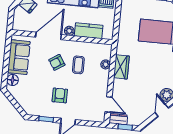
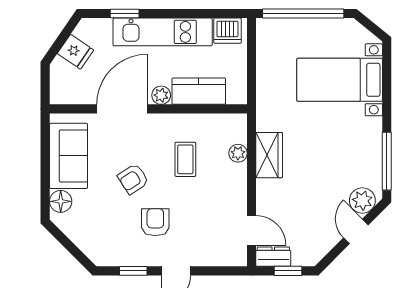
armchair: (57, 62) -> (133, 179), moved

